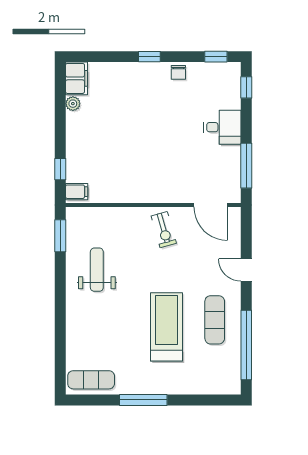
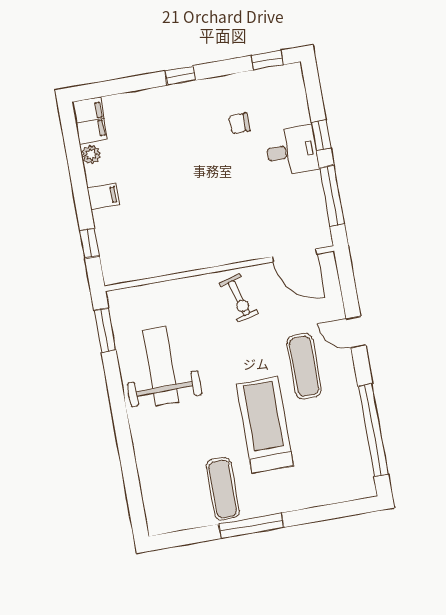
chair: (178, 72) -> (239, 123), moved, turned 90
window: (246, 87) -> (321, 135), moved
filing cabinet: (77, 192) -> (103, 196), moved
weight bench: (97, 270) -> (161, 366), width x1.36, depth x1.33
exercise mat: (215, 320) -> (304, 366), moved
exercise mat: (91, 380) -> (223, 489), moved, turned 90

